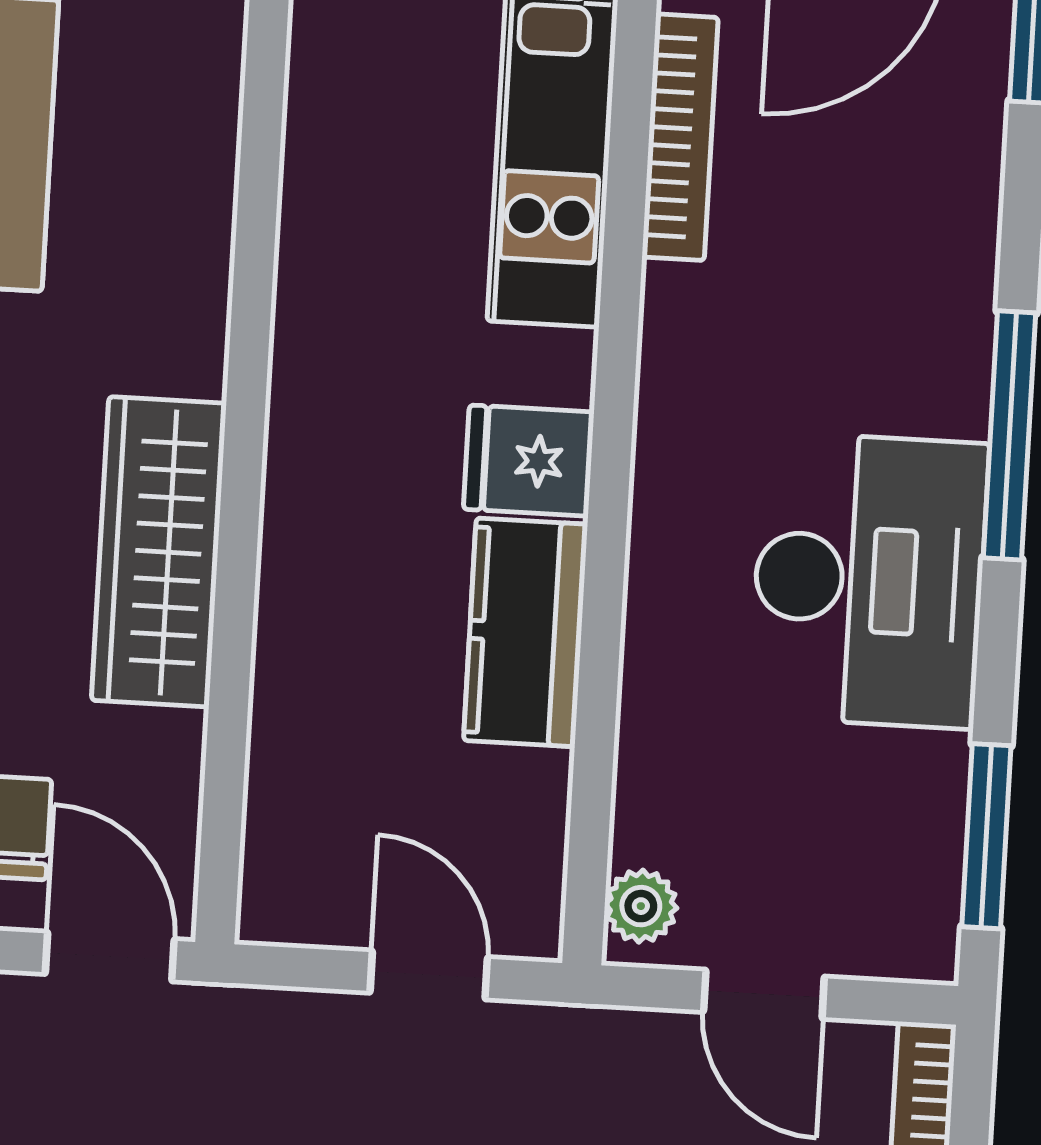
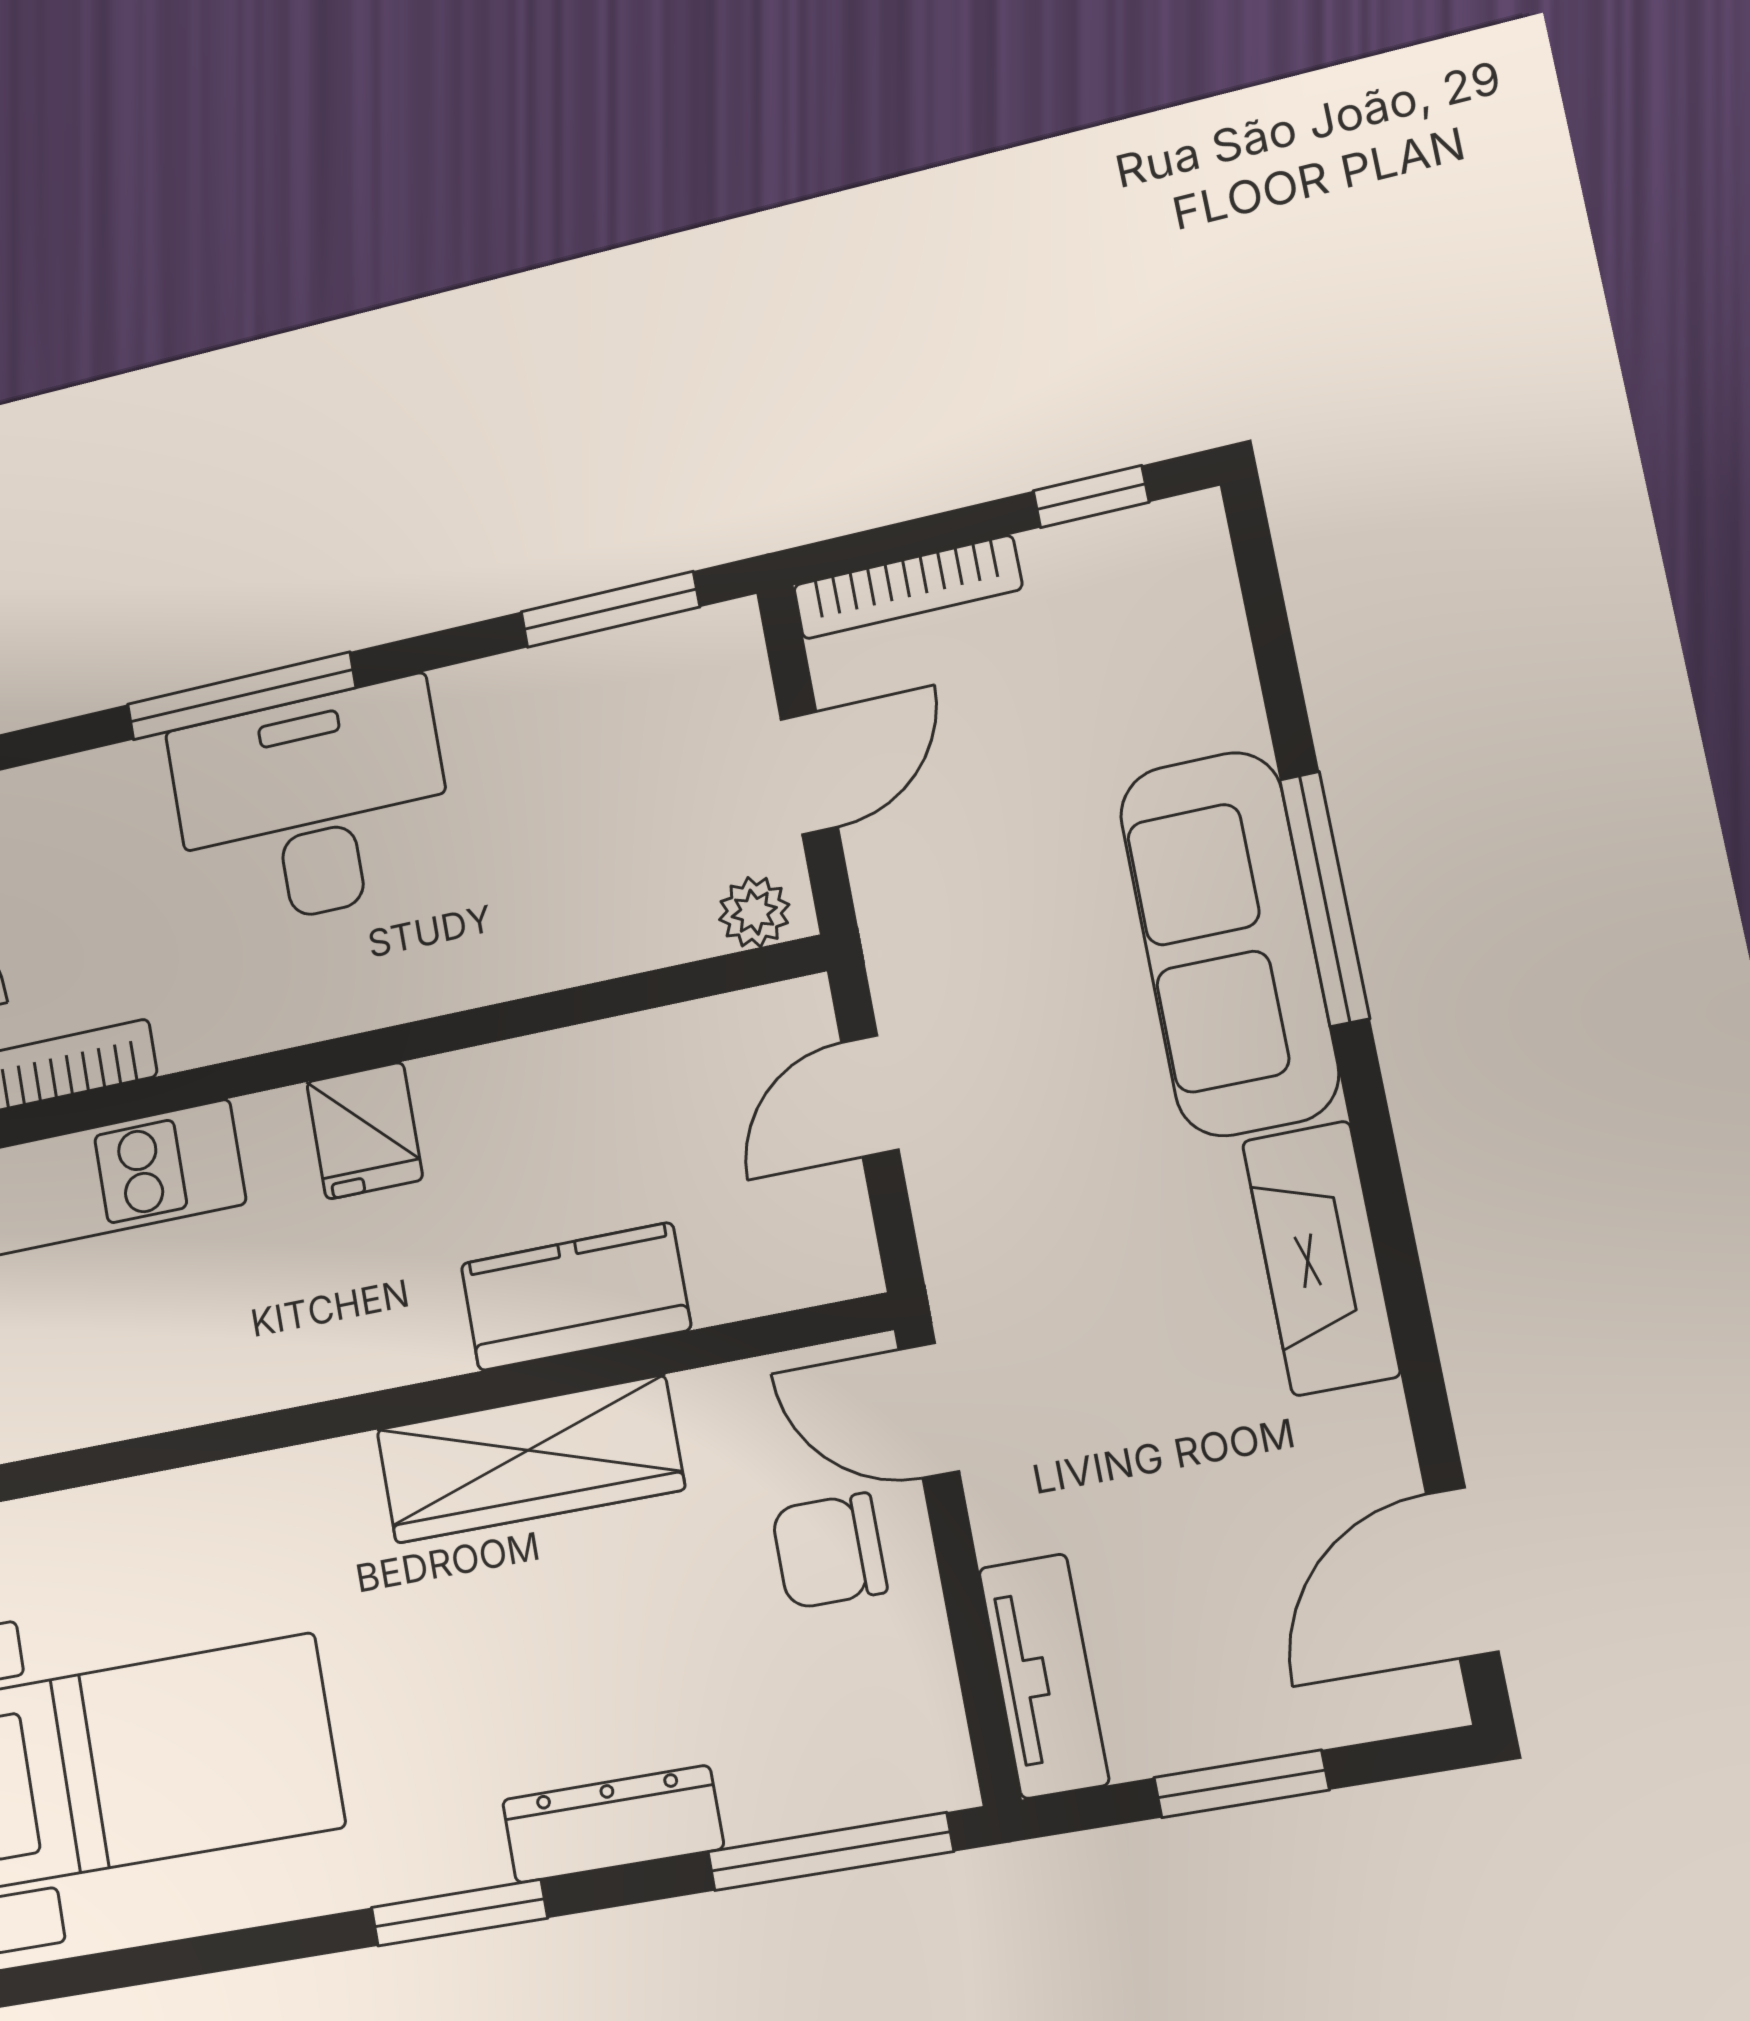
desk: (869, 580) -> (312, 806), moved
kitchen counter: (526, 632) -> (575, 1297), moved, turned 180
door: (110, 957) -> (929, 1410), hinge flipped

